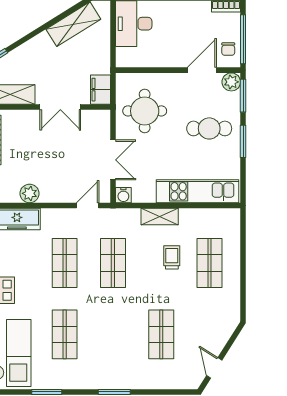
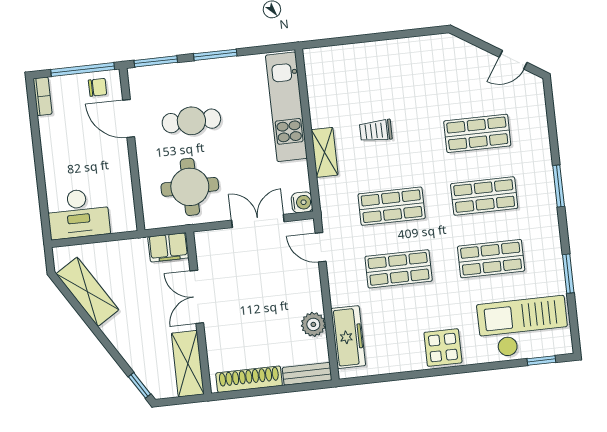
plant: (231, 82) -> (140, 79), removed
double door: (60, 107) -> (197, 297), swing flipped
cafe table: (209, 128) -> (191, 121), moved, turned 90
shop shelf: (210, 263) -> (484, 196), moved

